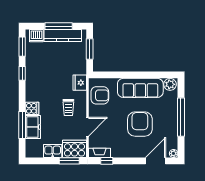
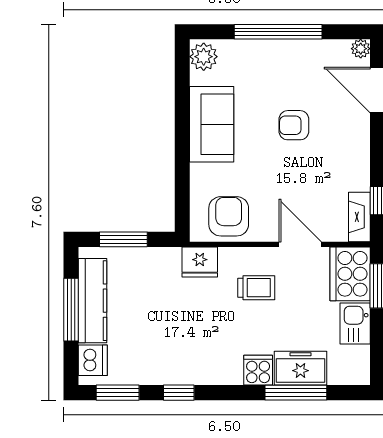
sofa: (140, 88) -> (212, 124), width x0.73
armchair: (140, 124) -> (294, 125), width x0.53, depth x0.53

